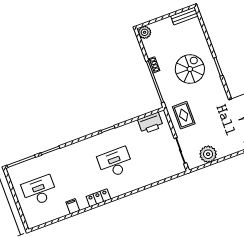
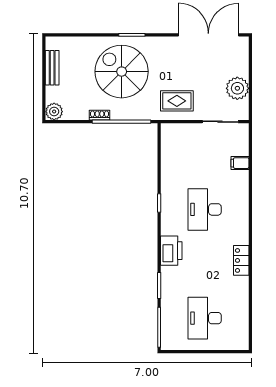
bench: (184, 16) -> (52, 68), moved
spiral stairs: (190, 69) -> (122, 72), width x1.37, depth x1.37
printer: (150, 123) -> (171, 251), moved
locker: (98, 198) -> (241, 260), moved
filing cabinet: (73, 206) -> (240, 163), moved

